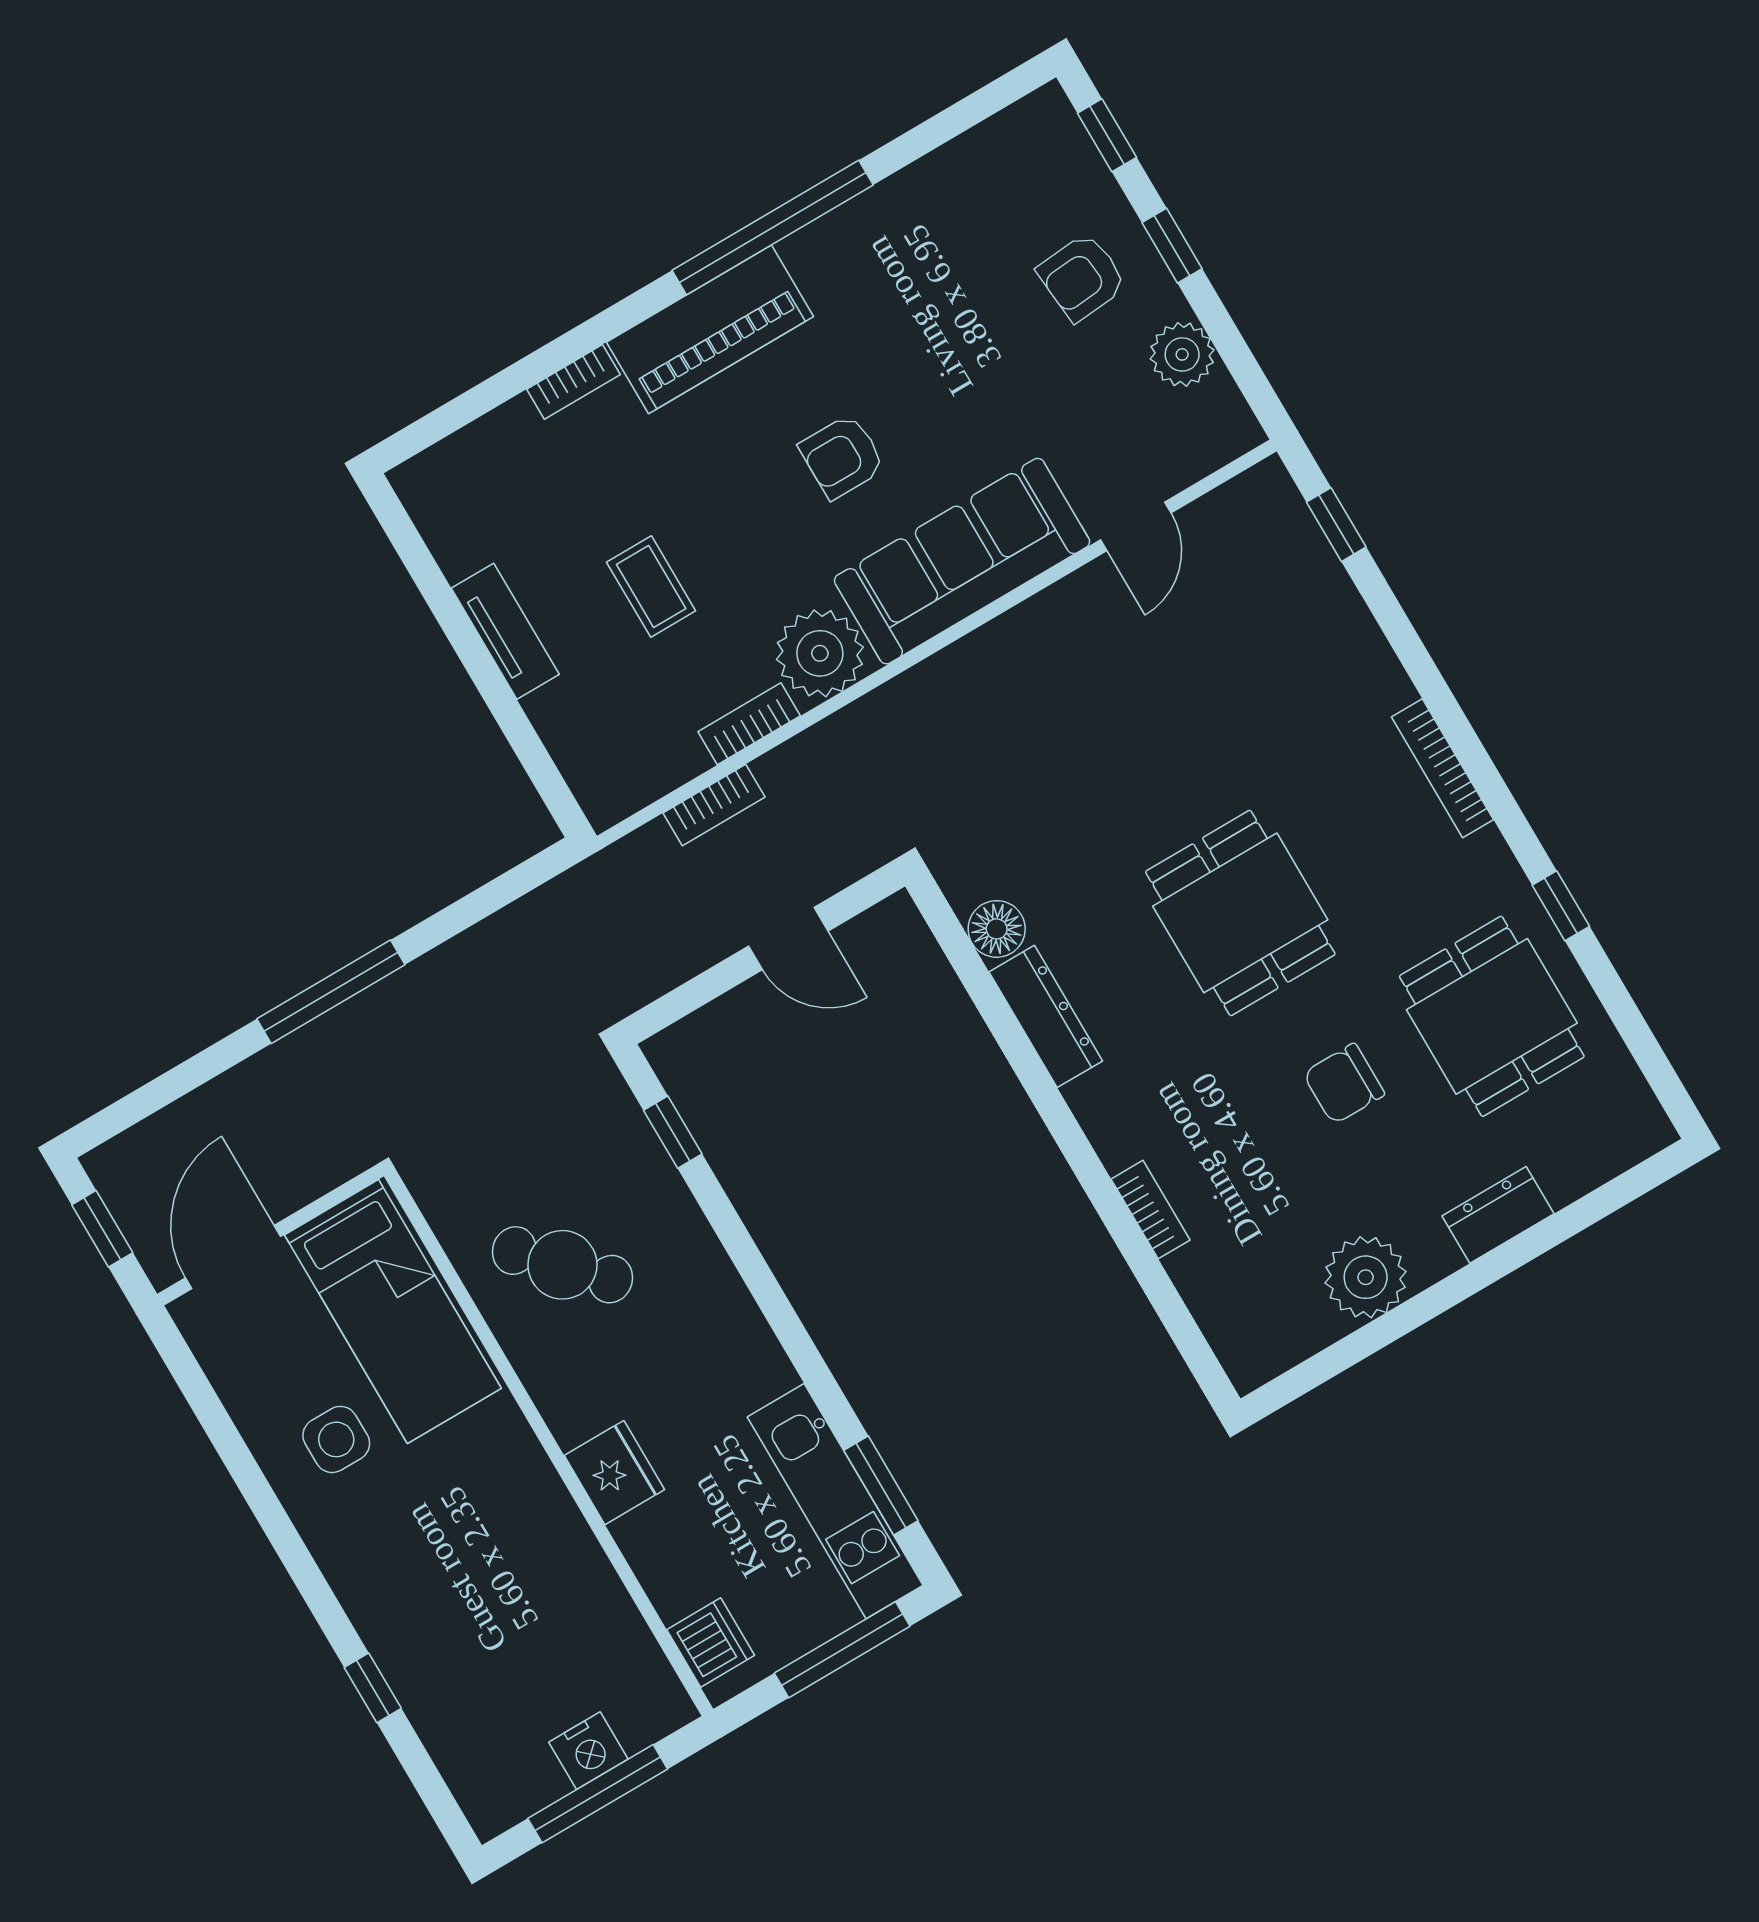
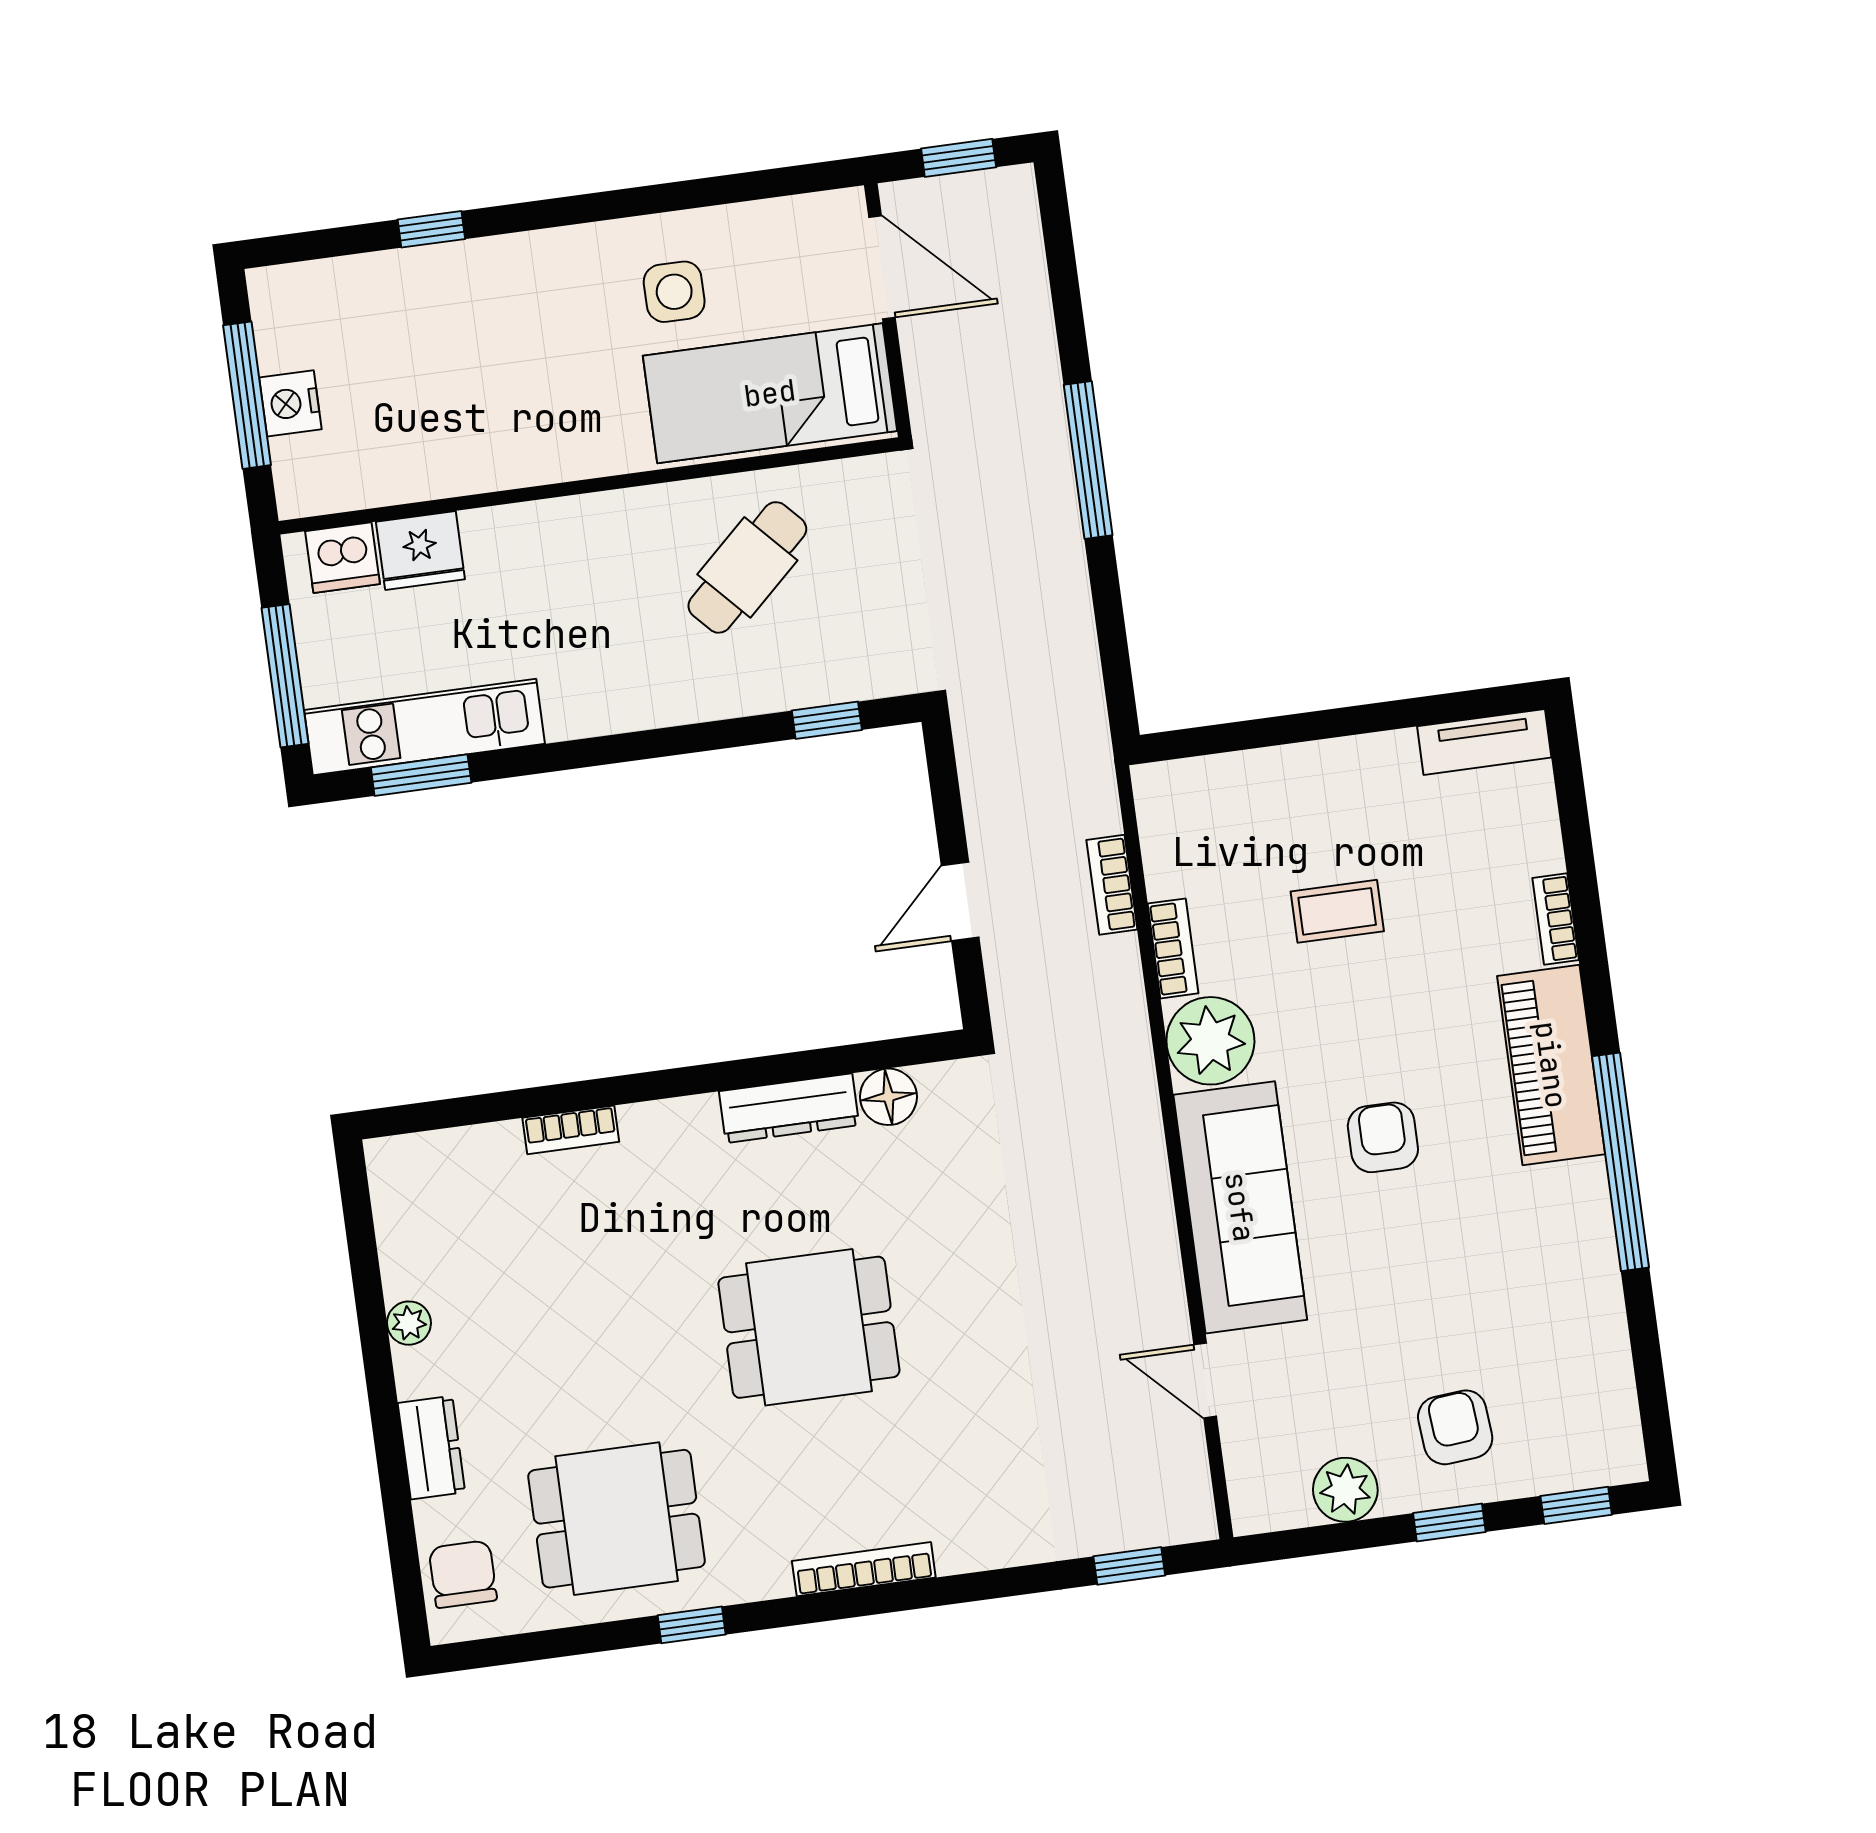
tv unit: (505, 631) -> (1484, 742), moved
chair: (1344, 1084) -> (463, 1574), moved
plant: (1366, 1277) -> (409, 1323), width x0.53, depth x0.53
fridge: (614, 1473) -> (420, 550), moved

